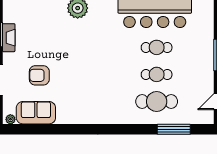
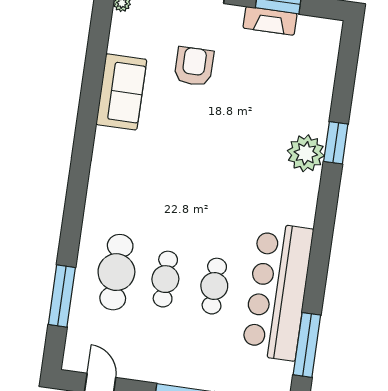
sofa: (36, 113) -> (121, 92), moved

